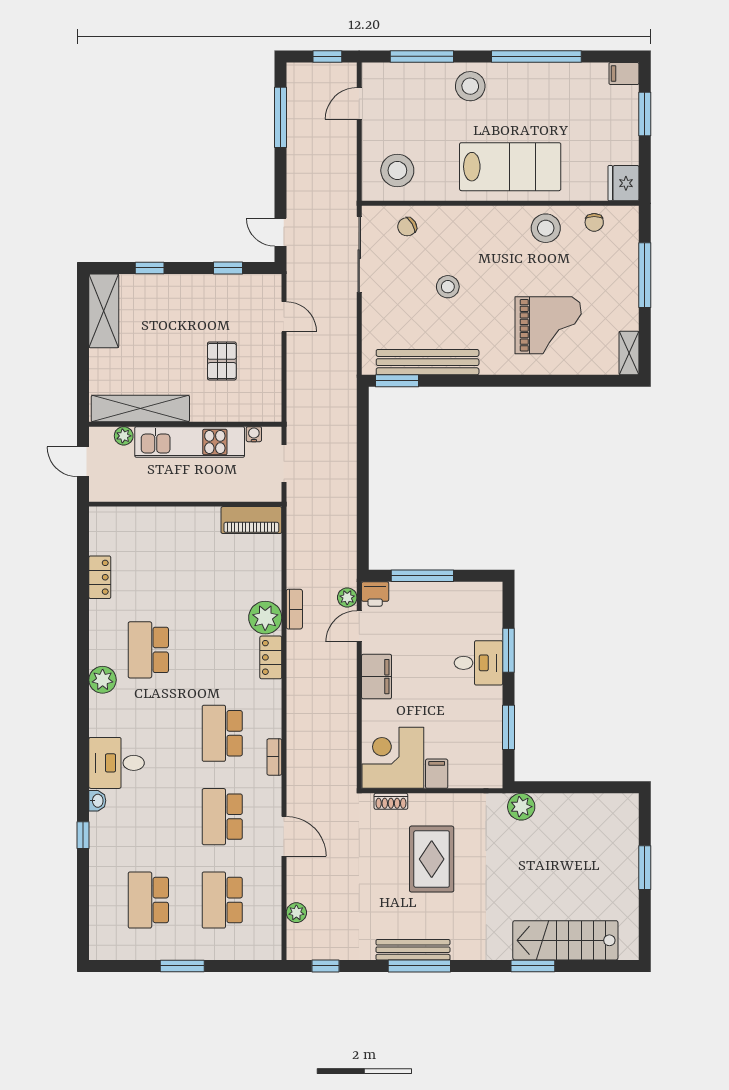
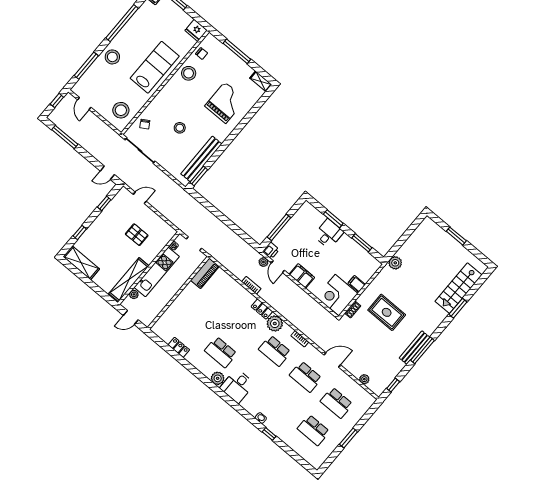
plant: (265, 618) -> (275, 324), moved
desk: (117, 763) -> (237, 386), moved

